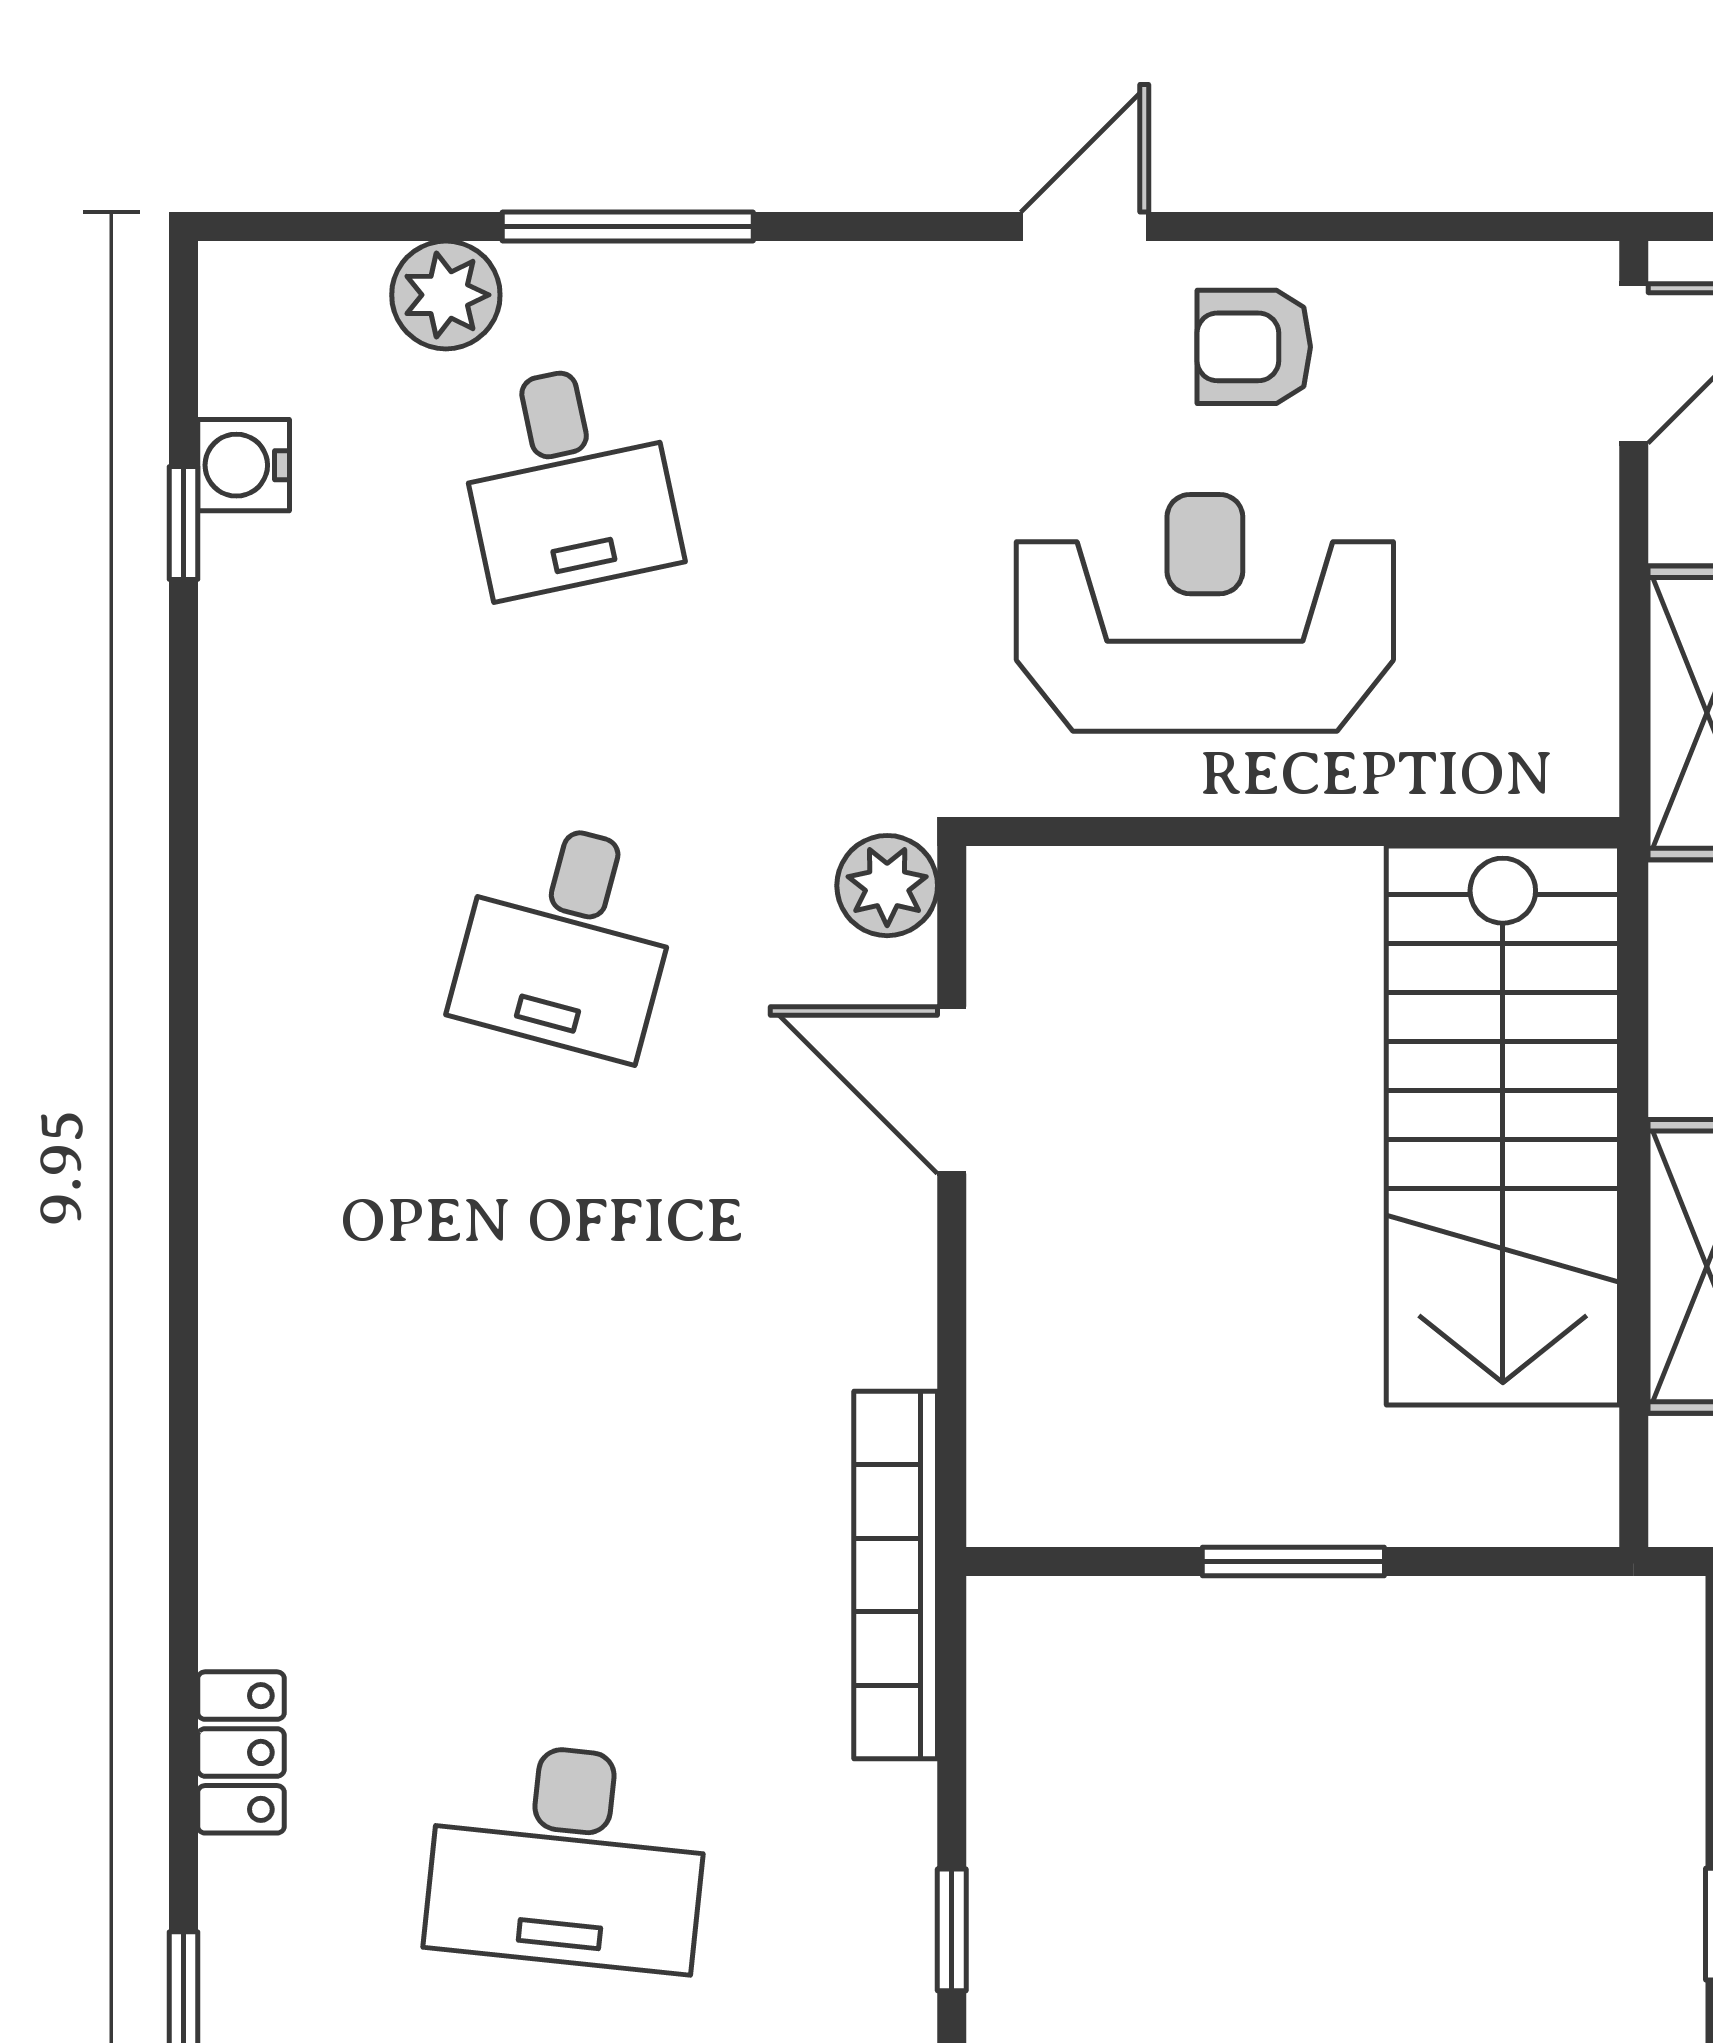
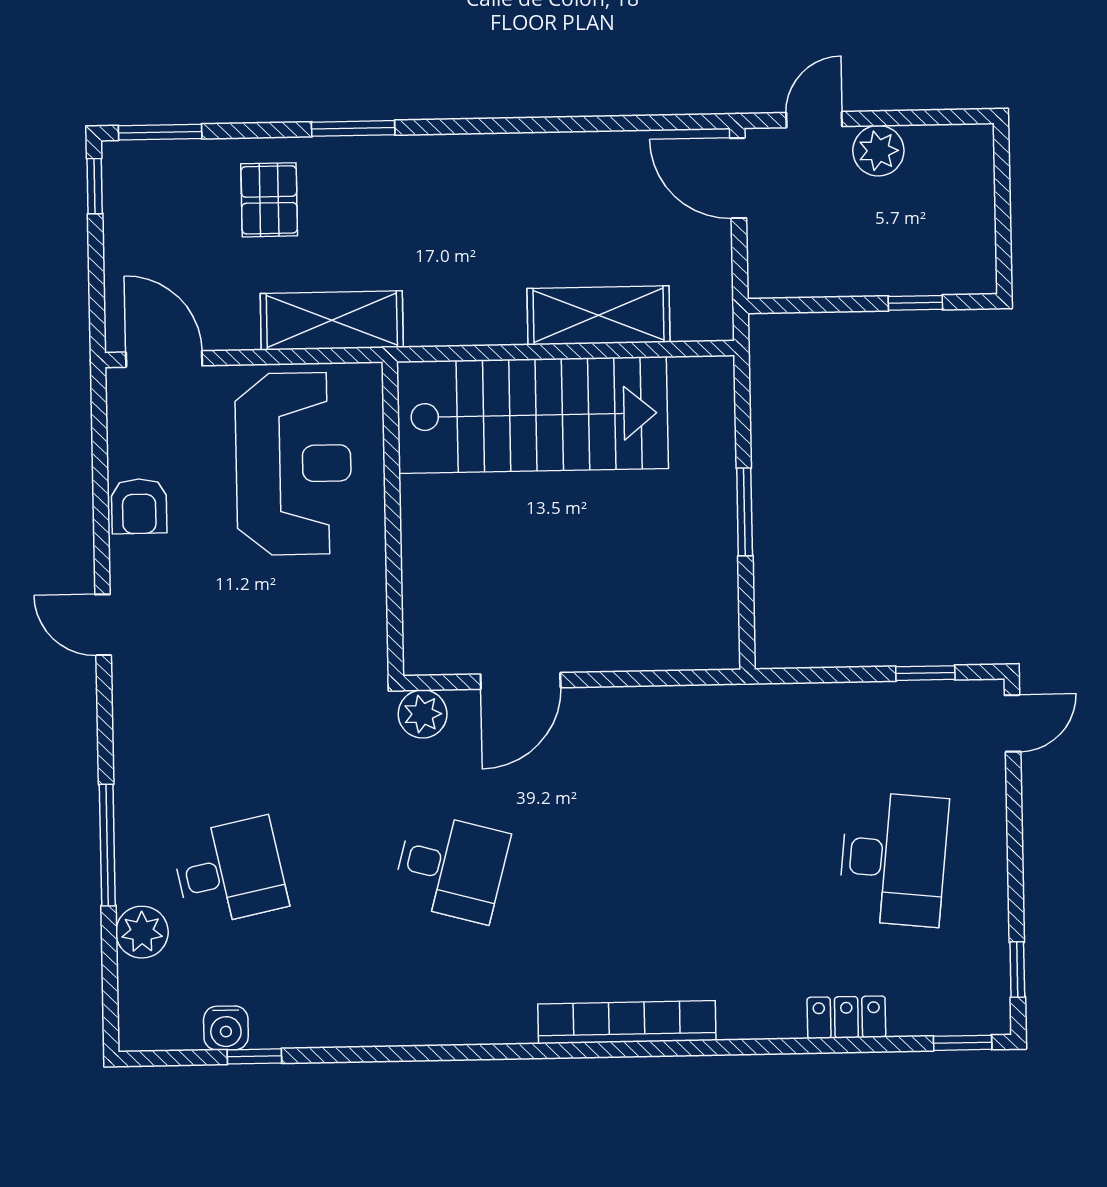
armchair: (1254, 347) -> (139, 506), moved
reception desk: (1205, 613) -> (294, 464), moved, turned 180
bookcase: (896, 1575) -> (627, 1022), moved, turned 180

